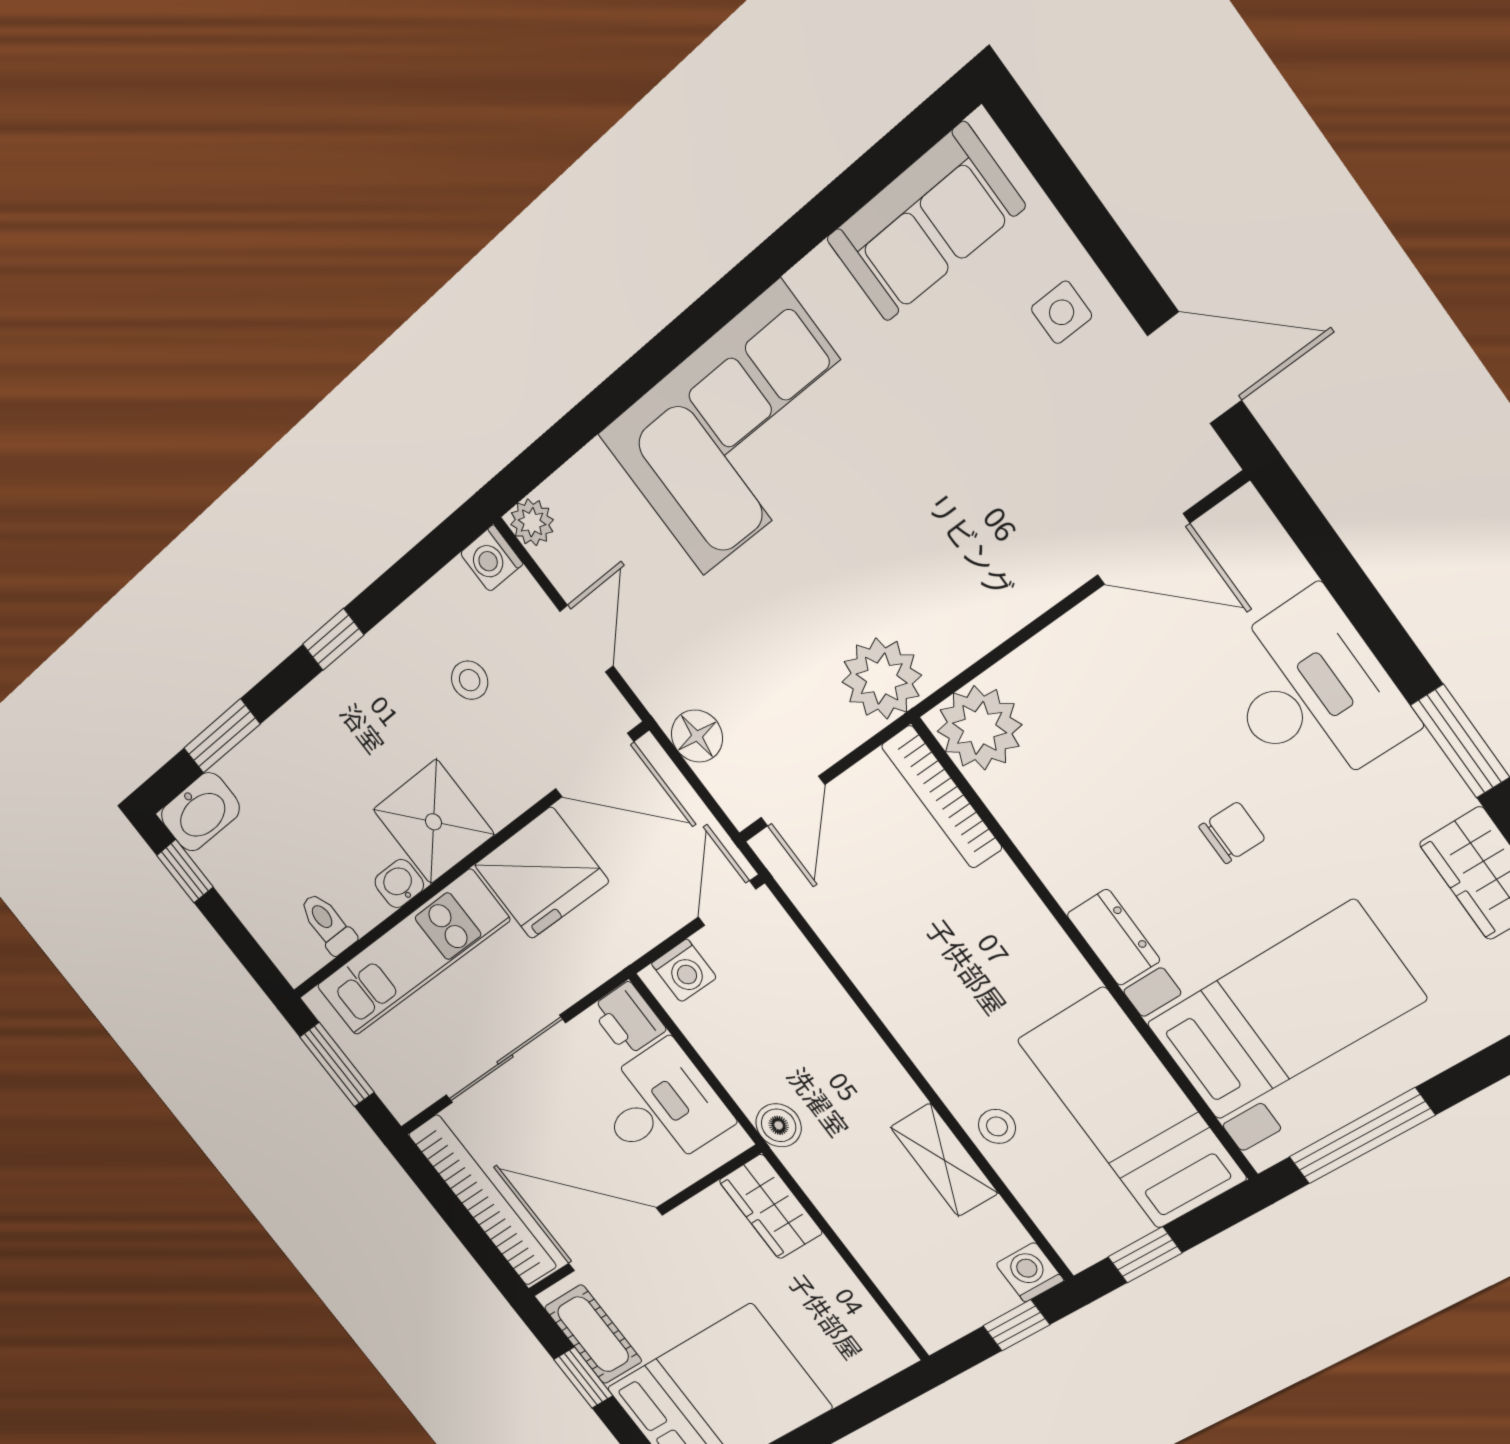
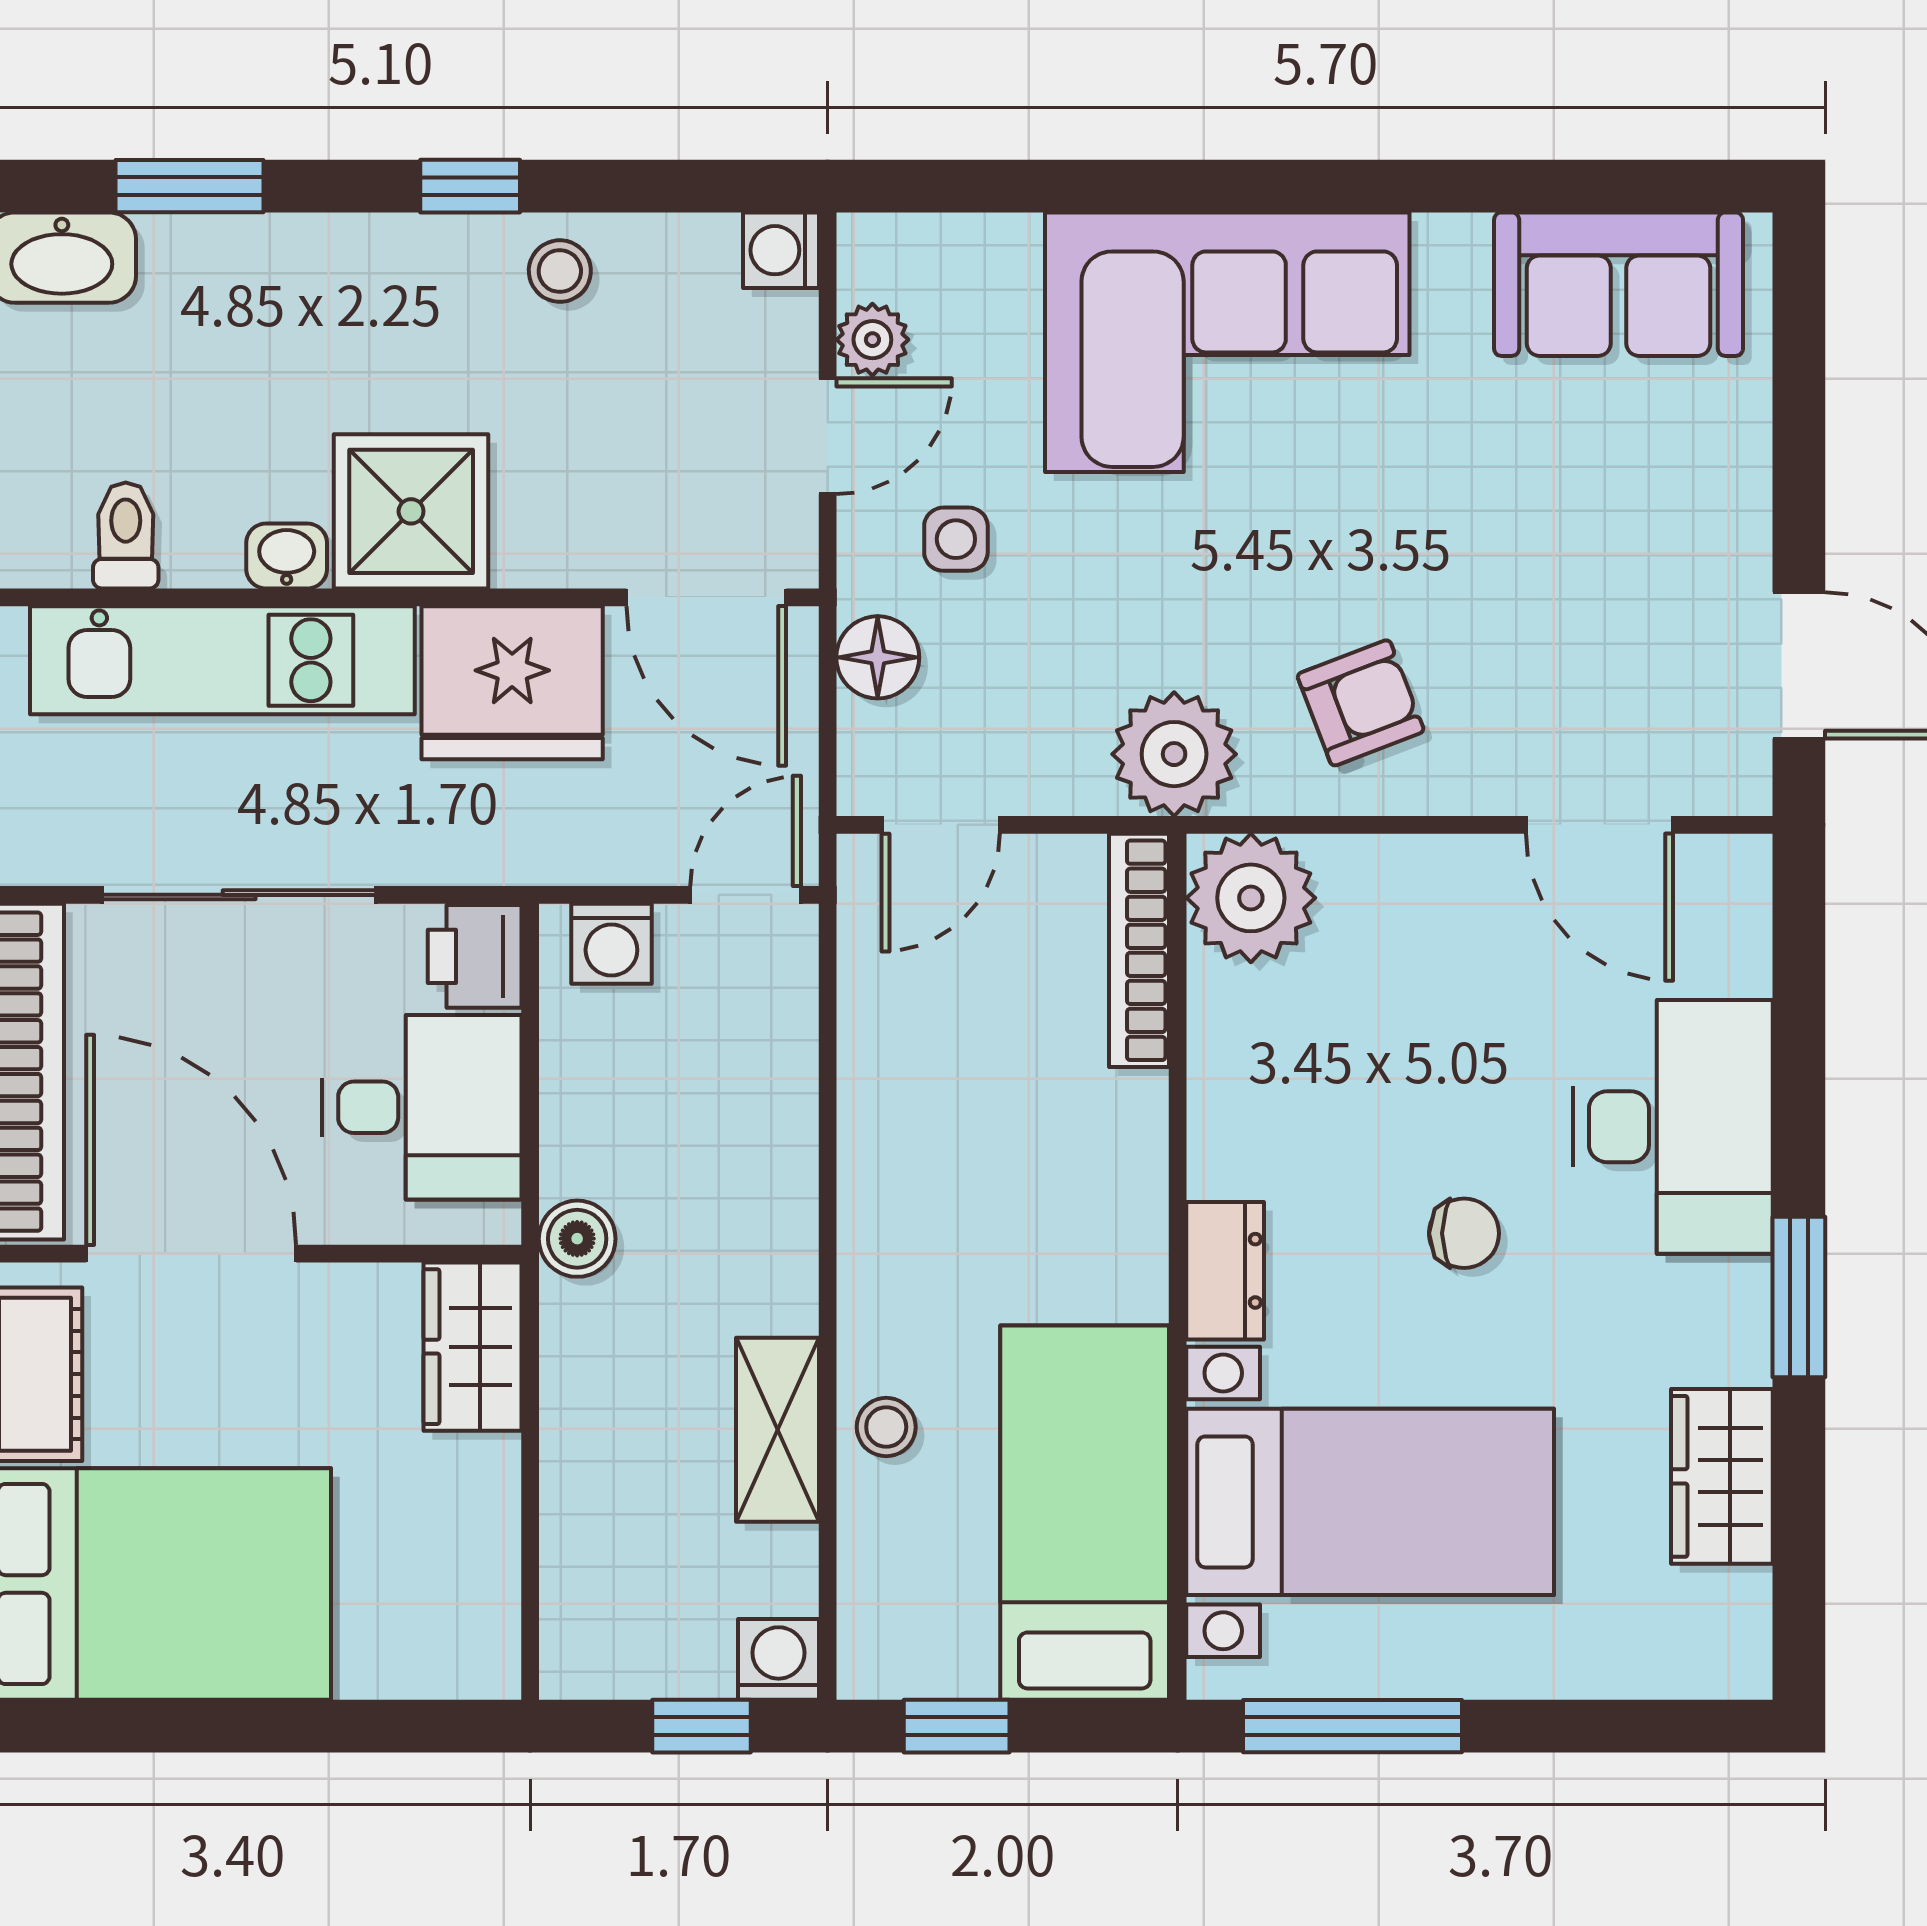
side table: (1062, 312) -> (956, 539), moved
plant: (532, 522) -> (872, 340), moved
armchair: (959, 578) -> (1361, 703), added
stool: (470, 680) -> (560, 271), moved

